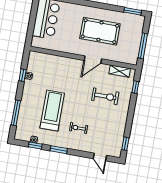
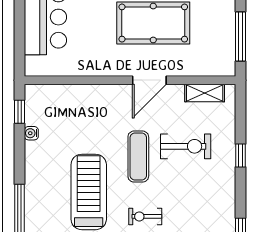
window: (23, 75) -> (20, 112), moved
window: (135, 87) -> (240, 155), moved
exercise mat: (80, 97) -> (138, 157), added

